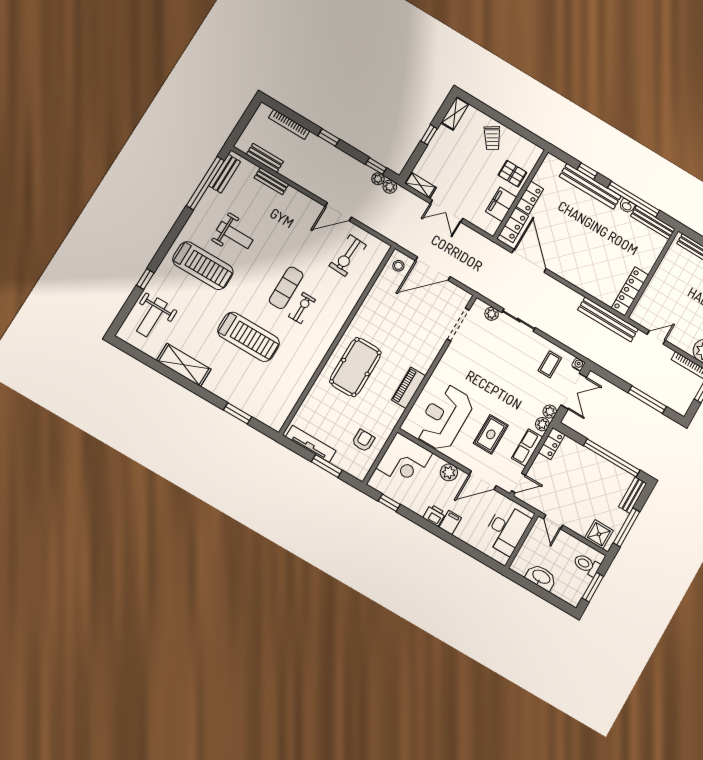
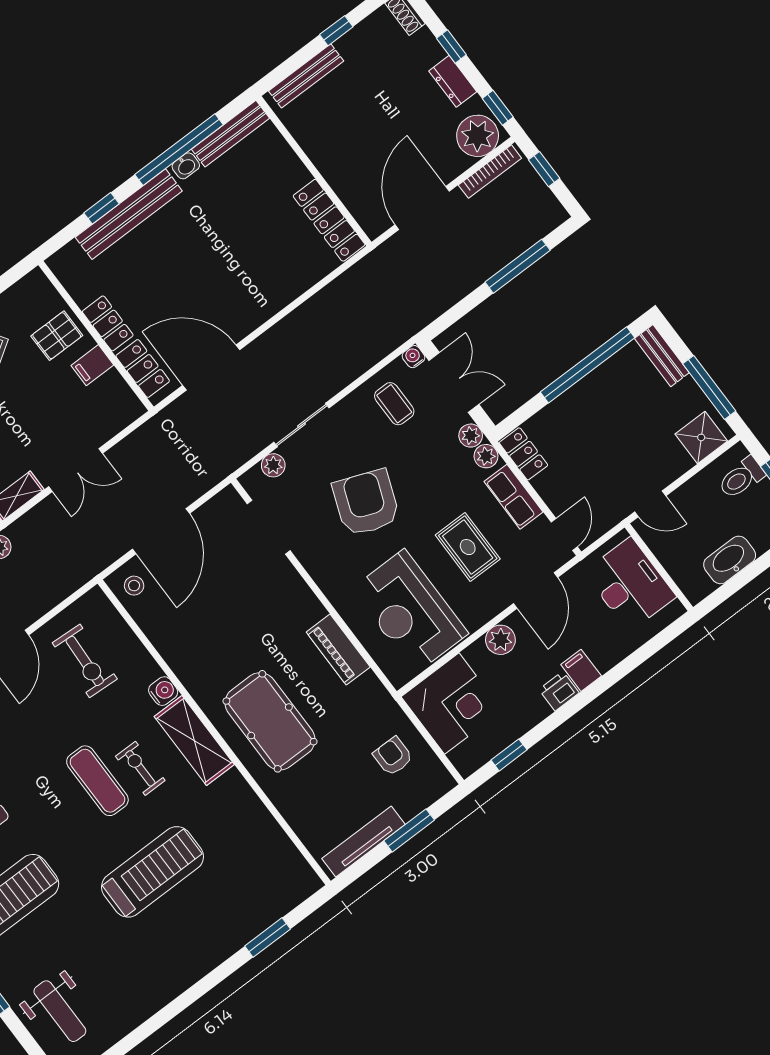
filing cabinet: (501, 204) -> (92, 365), width x0.50
water cooler: (348, 304) -> (163, 691), added
bench: (608, 319) -> (360, 276), removed
door: (656, 337) -> (422, 208), width x1.87
shelving: (184, 365) -> (194, 741), moved, turned 90
armchair: (492, 371) -> (366, 503), added

